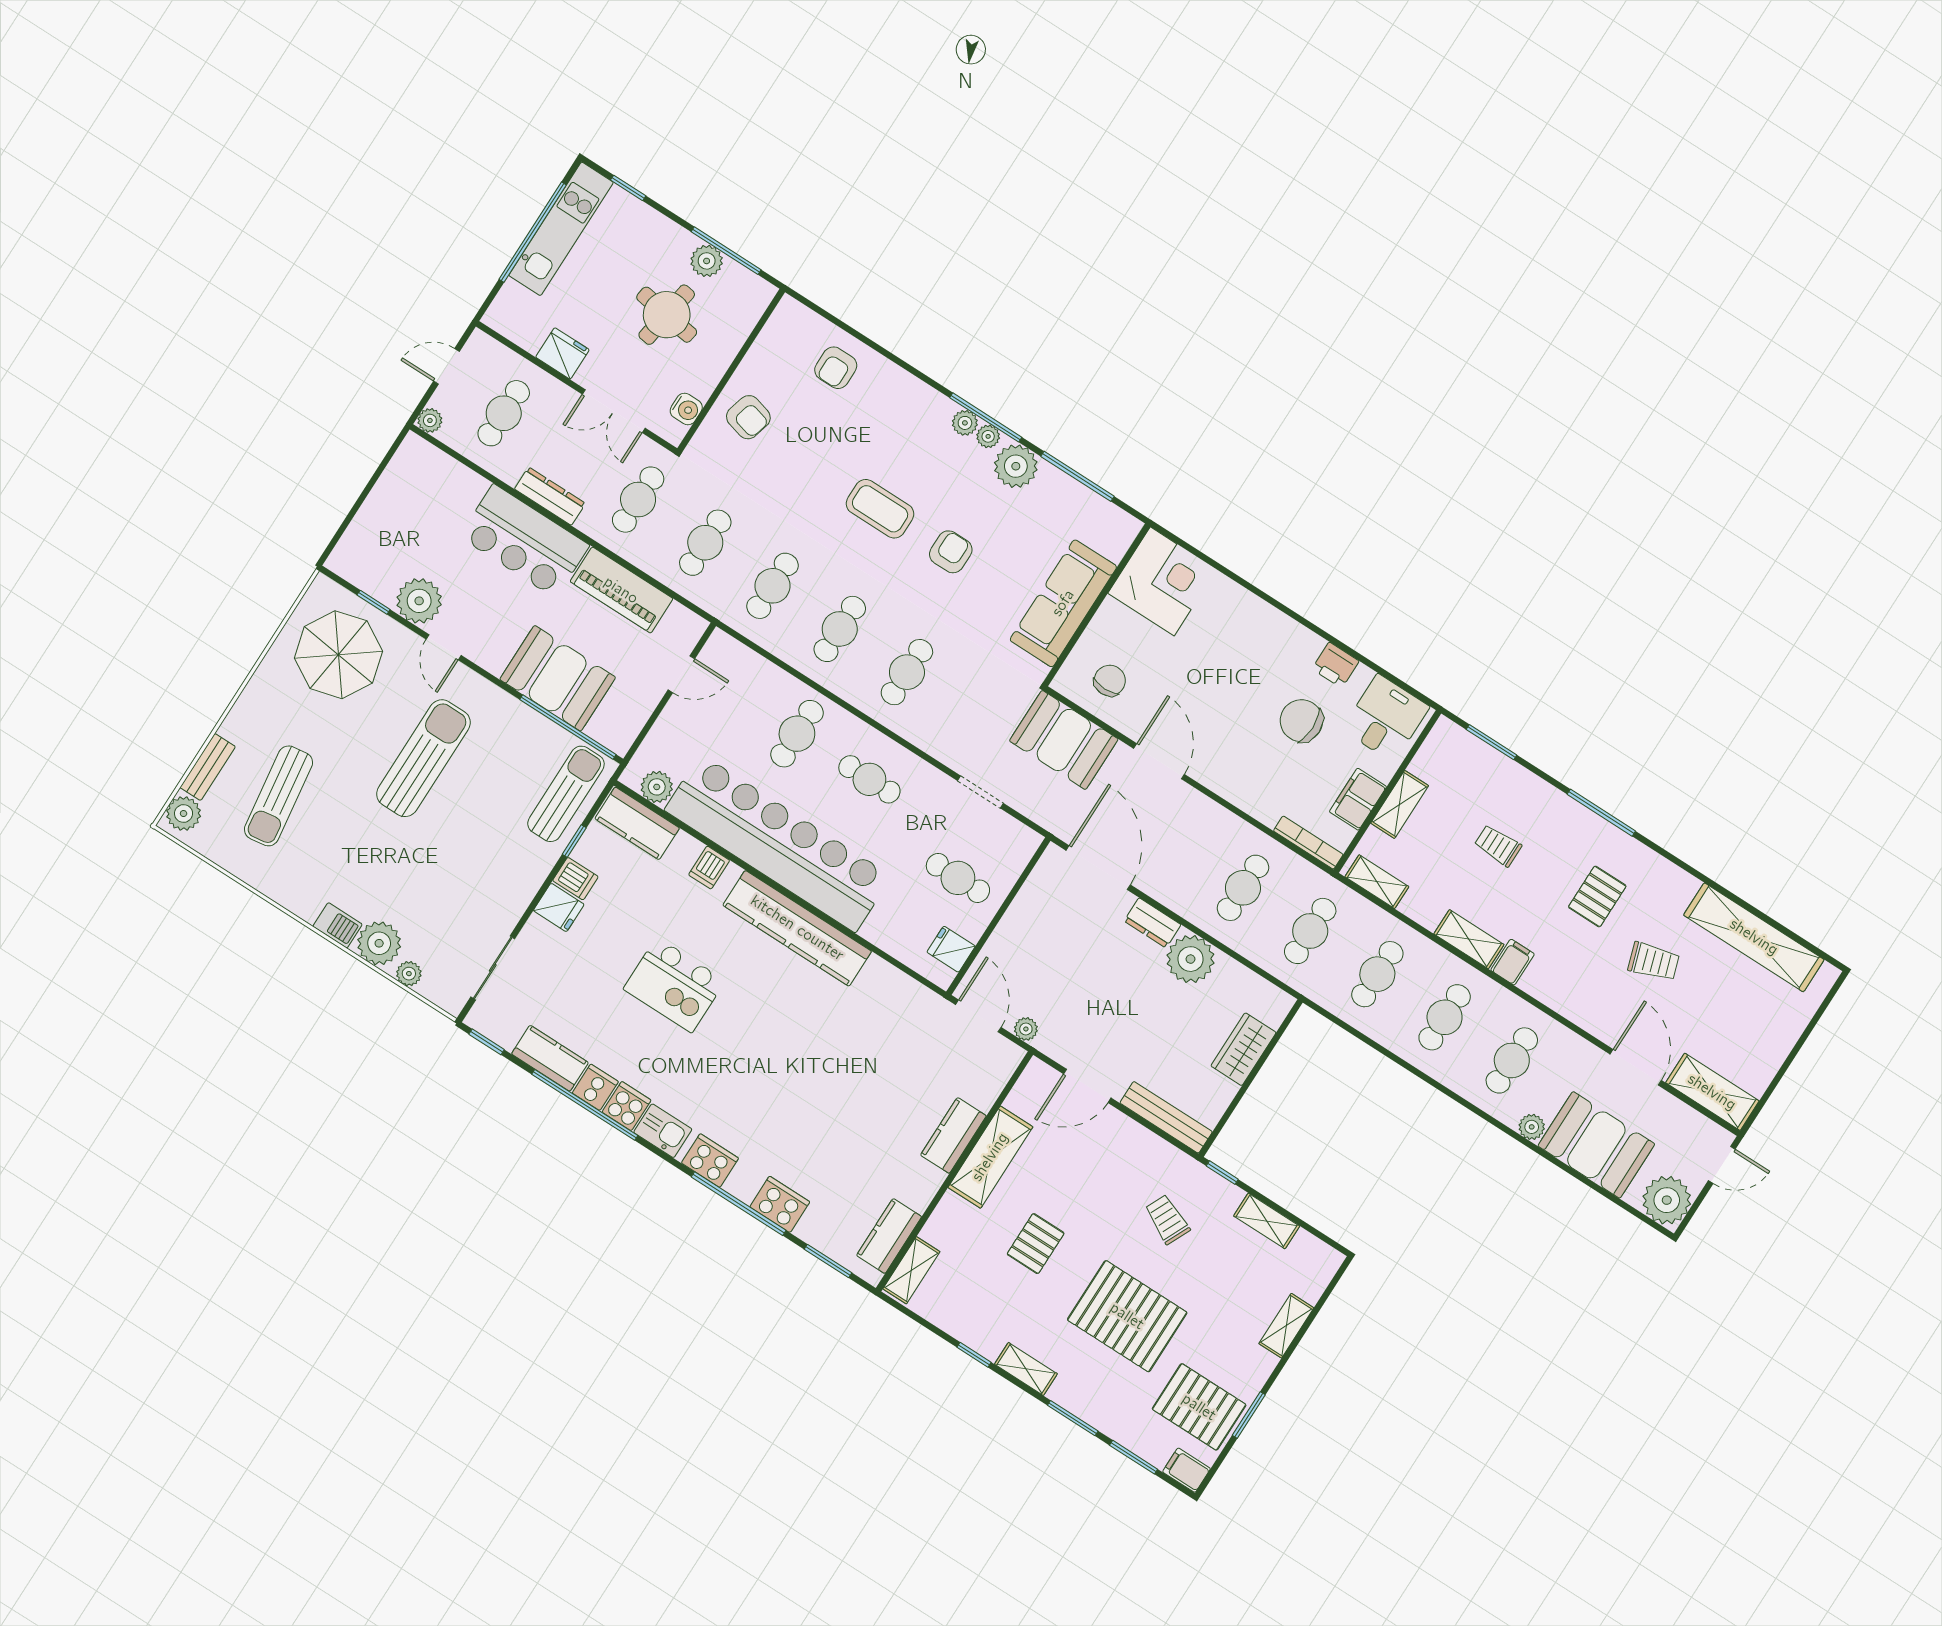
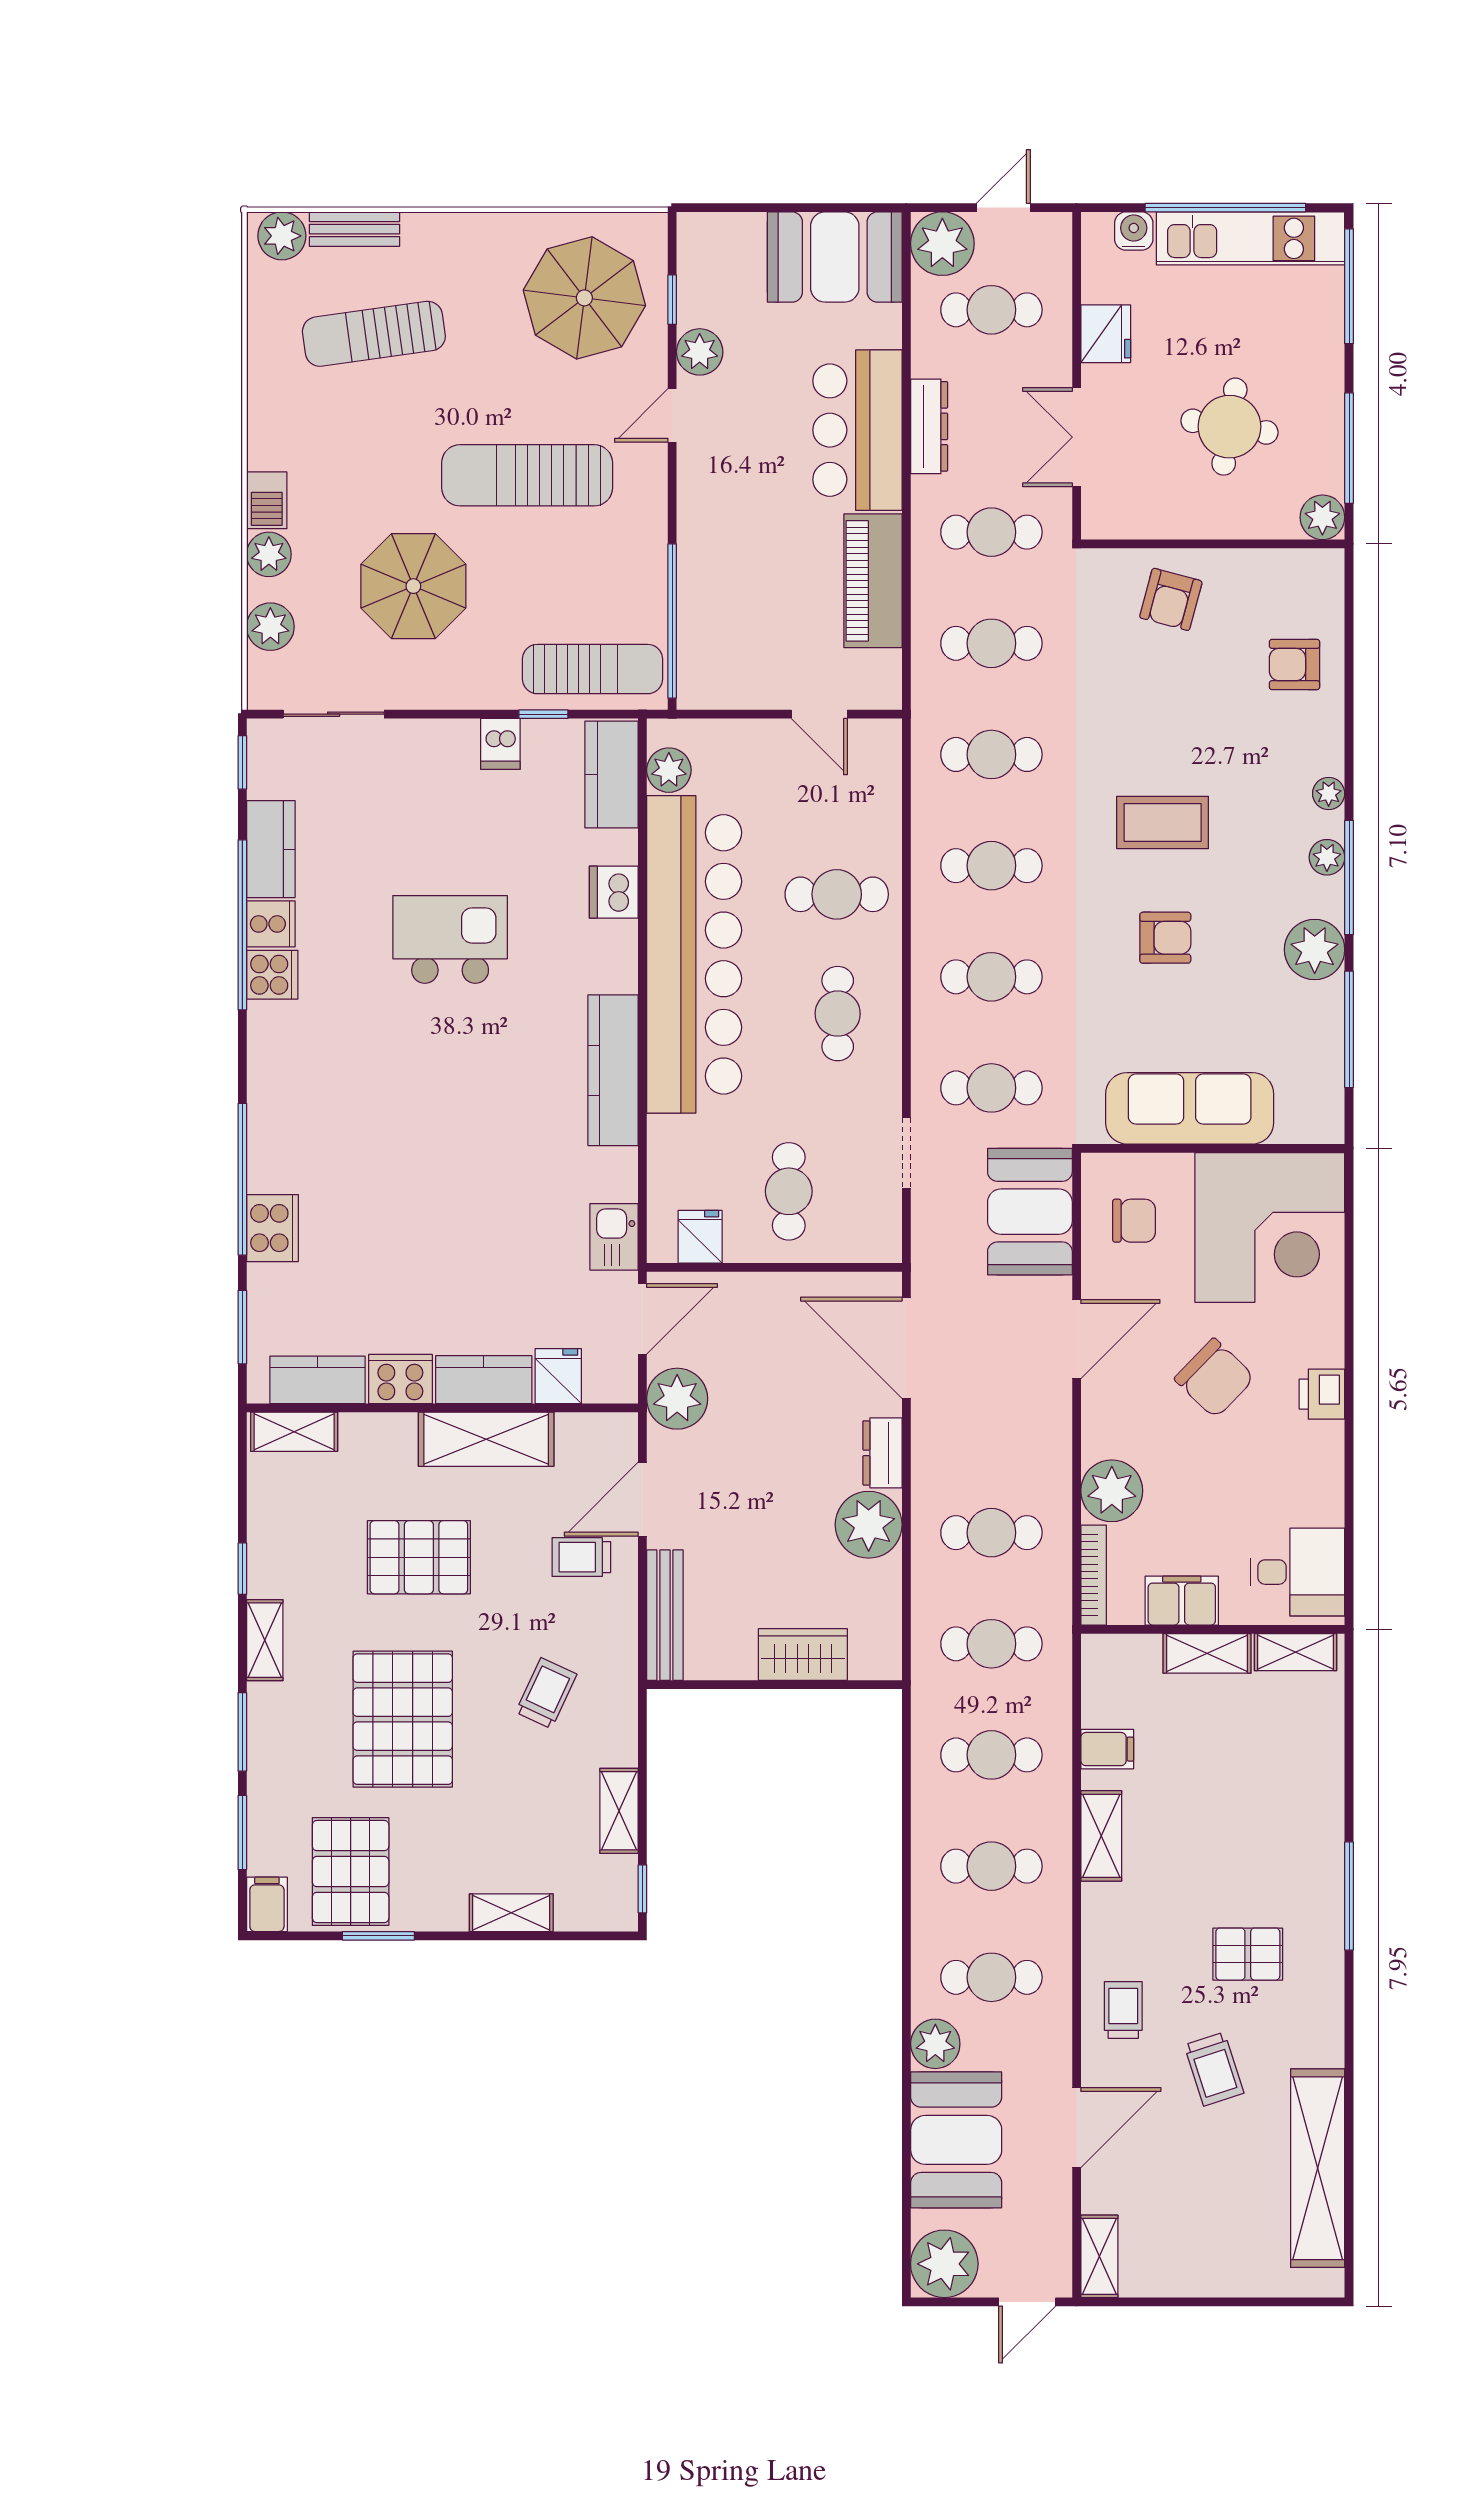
window: (628, 188) -> (1349, 286), width x2.17
plant: (707, 261) -> (1322, 517), moved
door: (447, 366) -> (1003, 208), hinge flipped
water cooler: (686, 409) -> (1134, 231), moved, turned 180
plant: (430, 420) -> (942, 244), width x1.87, depth x1.87
plant: (988, 436) -> (1329, 794), moved
coffee table: (880, 509) -> (1163, 822), turned 90
corner desk: (1162, 581) -> (1270, 1227), width x1.36, depth x1.36
plant: (419, 601) -> (700, 352), width x0.73, depth x0.73
printer: (1335, 665) -> (1322, 1394), moved
booth: (558, 678) -> (835, 257), moved, turned 90
cafe table: (974, 715) -> (991, 1088), added
chair: (1301, 721) -> (1214, 1378), moved, turned 134
window: (1491, 742) -> (1349, 1714), removed
sun lounger: (423, 758) -> (527, 475), turned 180
plant: (1264, 799) -> (1112, 1491), added
trolley: (1498, 846) -> (1123, 2010), moved
dishwasher: (709, 868) -> (614, 892), width x1.38
door: (1098, 868) -> (906, 1348), swing flipped
parasol: (446, 870) -> (413, 586), added
shelving: (1377, 882) -> (1296, 1652), moved, turned 90
fridge: (559, 907) -> (558, 1376), moved, turned 180
kitchen counter: (797, 928) -> (613, 1070), width x0.72, depth x0.86
plant: (379, 943) -> (269, 554), width x0.73, depth x0.73
filing cabinet: (1513, 962) -> (1107, 1749), moved
plant: (409, 974) -> (270, 627), width x1.38, depth x1.38
kitchen island: (674, 985) -> (450, 939), turned 90
plant: (1026, 1029) -> (677, 1399), width x1.87, depth x1.87
door: (1087, 1086) -> (642, 1499), hinge flipped
shelving: (1712, 1092) -> (1099, 2256), width x0.67, depth x0.75
plant: (1532, 1127) -> (935, 2044), width x1.38, depth x1.38
kitchen sink: (663, 1131) -> (614, 1237), moved, turned 180
trolley: (1099, 1145) -> (581, 1557), added
cooker: (710, 1161) -> (400, 1379), moved, turned -90
door: (1722, 1165) -> (1027, 2302), hinge flipped
window: (1222, 1173) -> (642, 1889), moved
pallet: (1036, 1244) -> (419, 1557), width x1.50, depth x1.42

